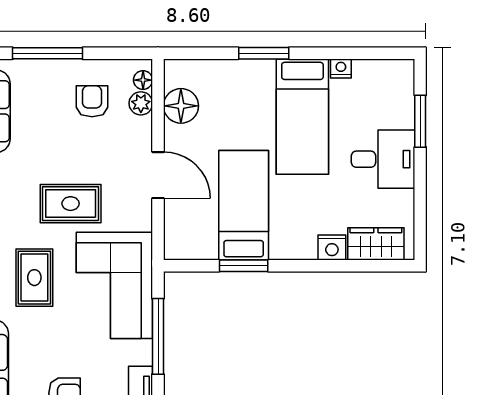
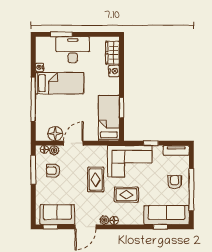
window: (48, 53) -> (33, 170), moved
window: (264, 53) -> (33, 99), width x2.11
desk: (383, 159) -> (73, 50), width x1.37
door: (158, 175) -> (73, 143), moved
bed: (244, 205) -> (109, 118), moved, turned 90
window: (158, 336) -> (151, 143), width x0.46

